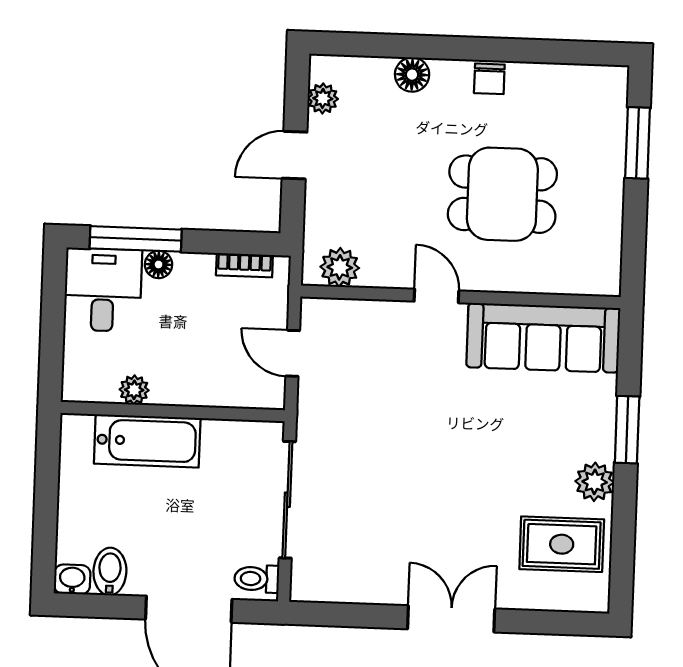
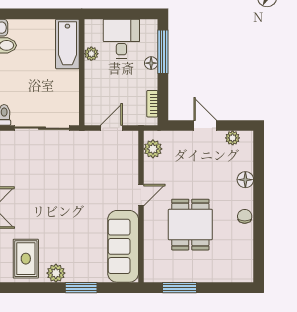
chair: (489, 79) -> (245, 216), turned 90
window: (638, 143) -> (179, 288), moved
desk: (103, 290) -> (121, 39), moved, turned -90
bathtub: (147, 441) -> (67, 44), moved

